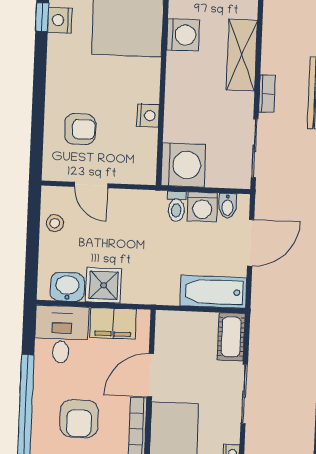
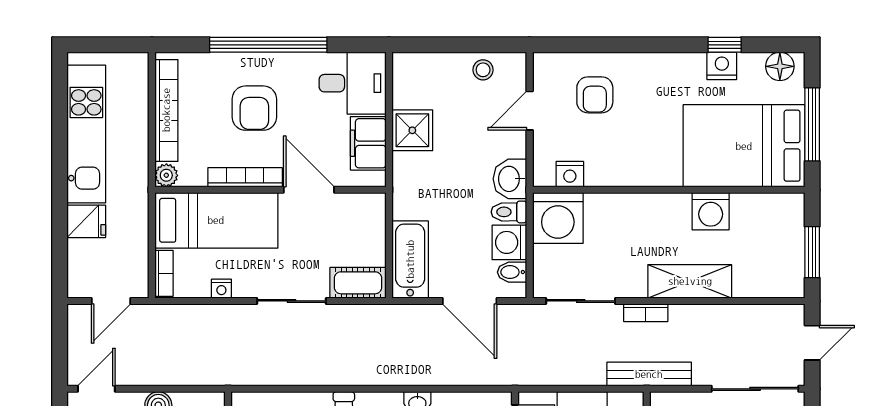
nightstand: (148, 115) -> (570, 174), moved
washbasin: (67, 287) -> (510, 179), moved, turned 180
armchair: (79, 419) -> (254, 108), turned -90

